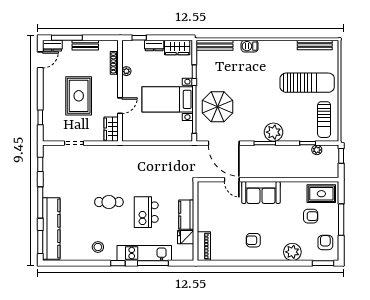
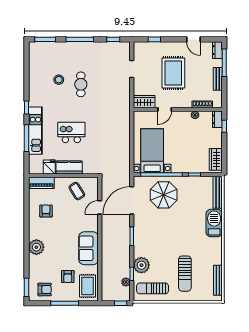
dresser: (154, 46) -> (217, 119), moved
barbecue: (250, 46) -> (214, 223), width x1.88, depth x1.53
door: (40, 60) -> (193, 39), moved
sun lounger: (307, 83) -> (185, 274), width x0.73, depth x0.75
rug: (79, 96) -> (173, 73), turned 90
bed with nightstands: (167, 99) -> (152, 151), moved
door: (120, 106) -> (165, 109), hinge flipped
plant: (273, 132) -> (141, 265), moved
sofa: (261, 193) -> (89, 248), moved
cafe table: (109, 202) -> (81, 84), moved
coffee table: (213, 206) -> (77, 191), added
kitchen counter: (51, 229) -> (57, 49), removed
armchair: (253, 240) -> (46, 211), moved
stool: (98, 247) -> (59, 80), moved
plant: (292, 252) -> (36, 247), moved

